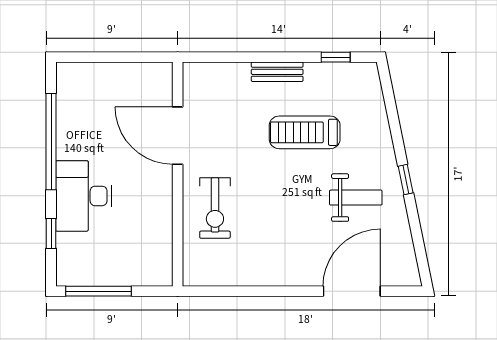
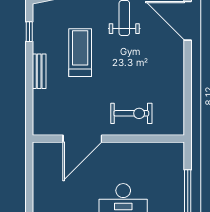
treadmill: (305, 132) -> (80, 53), turned 180

